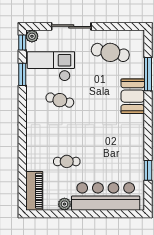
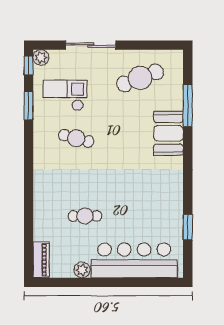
cafe table: (110, 52) -> (140, 78), turned -33
checkout: (51, 66) -> (65, 95), width x0.73, depth x0.83
piano: (34, 191) -> (41, 260), width x0.73, depth x0.75

